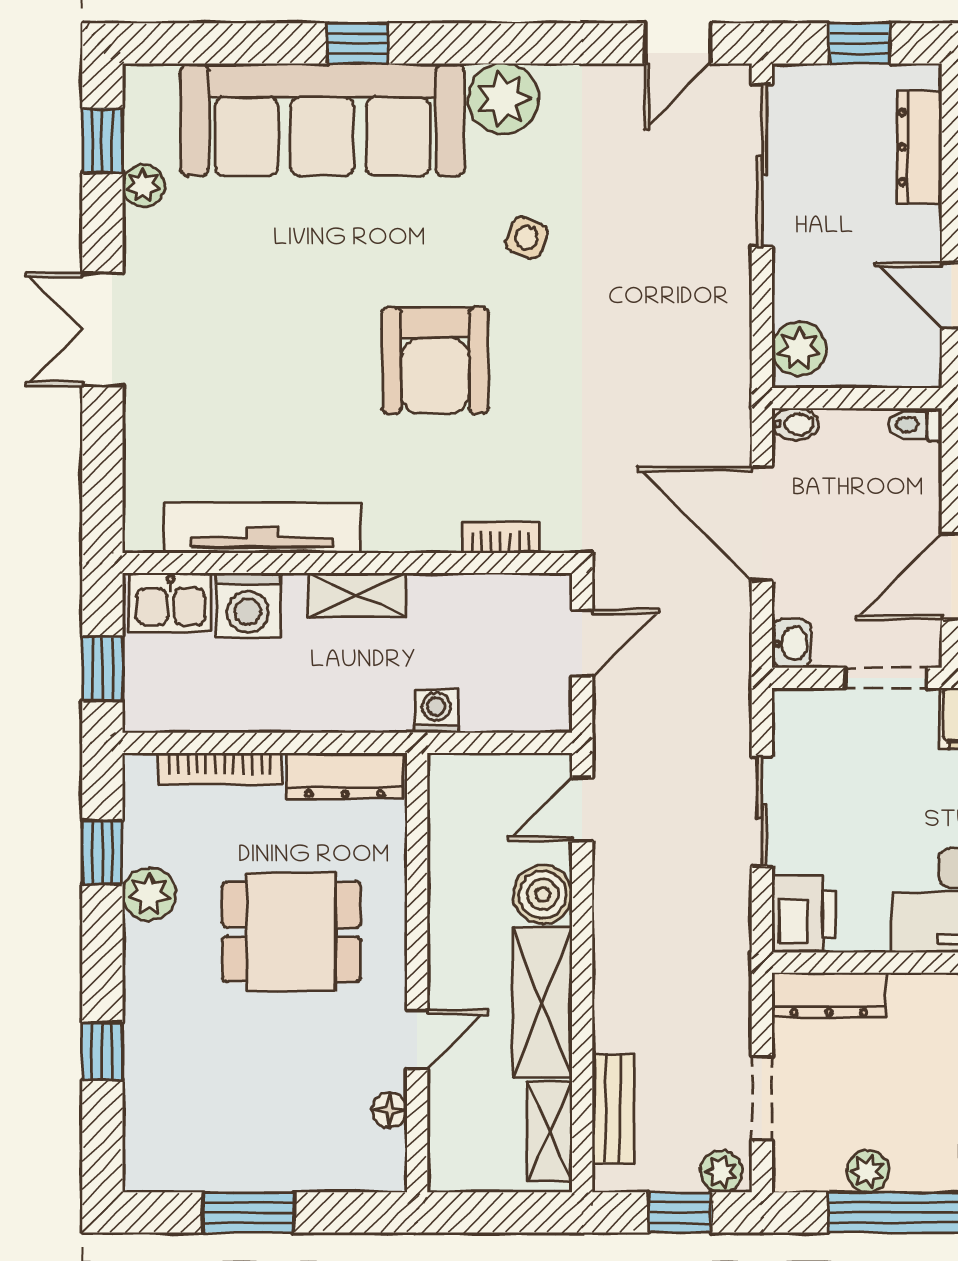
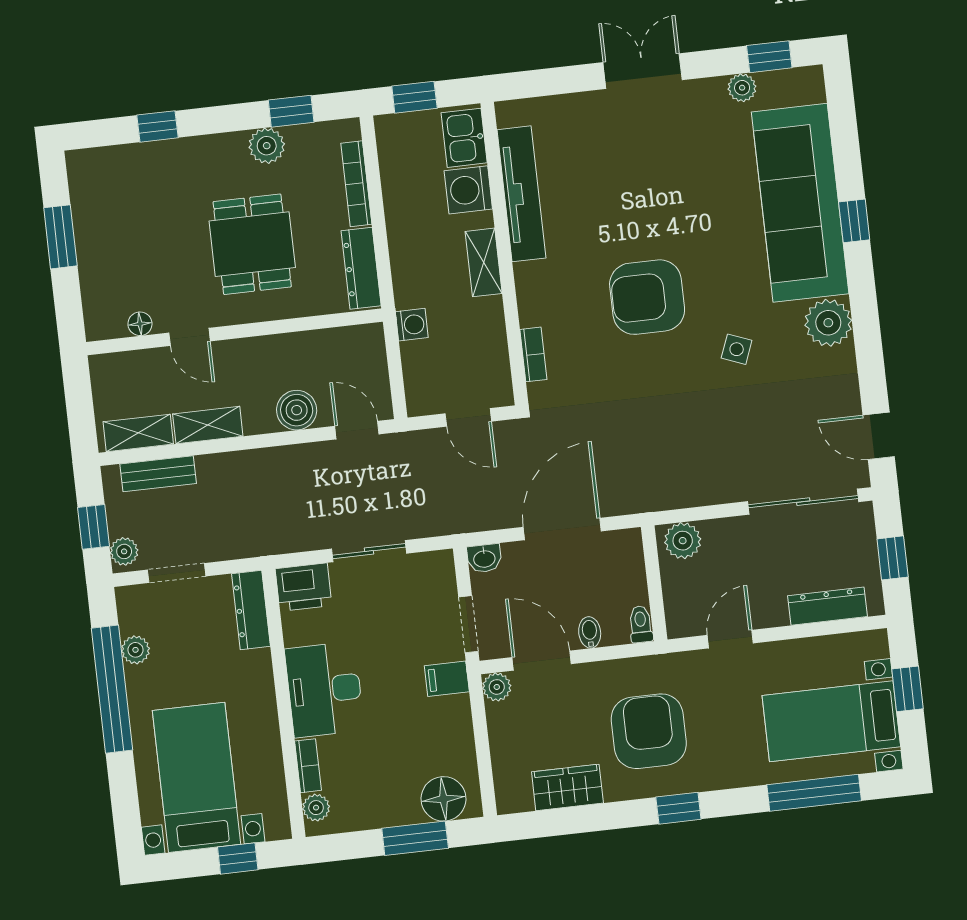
bidet: (795, 424) -> (590, 632), moved, turned 180
shelving: (542, 1003) -> (208, 425), width x0.67, depth x0.75

